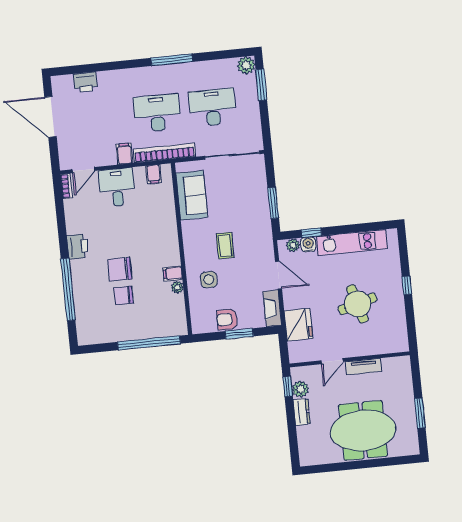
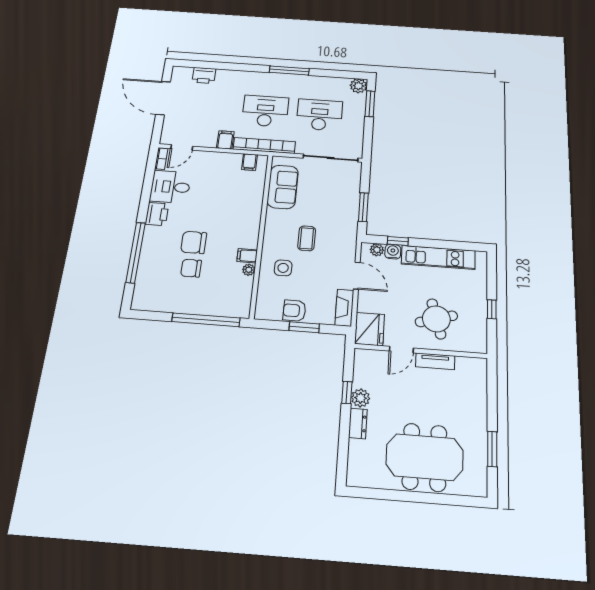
desk: (117, 187) -> (170, 187), moved, turned -90
wall: (350, 359) -> (421, 351), moved
door: (332, 361) -> (401, 350), moved
tv unit: (364, 367) -> (435, 361), moved

